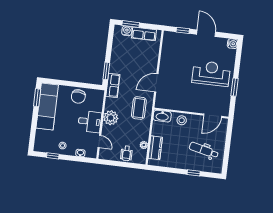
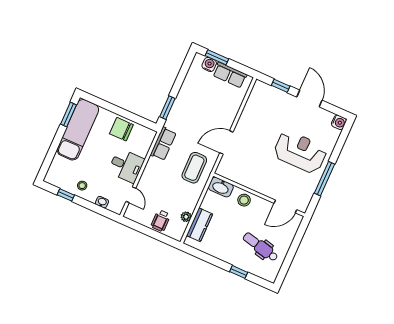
row of seats: (113, 85) -> (163, 144), moved
window: (235, 87) -> (324, 179), width x1.44
chair: (78, 96) -> (121, 129), turned 85
plant: (111, 118) -> (154, 169), removed

